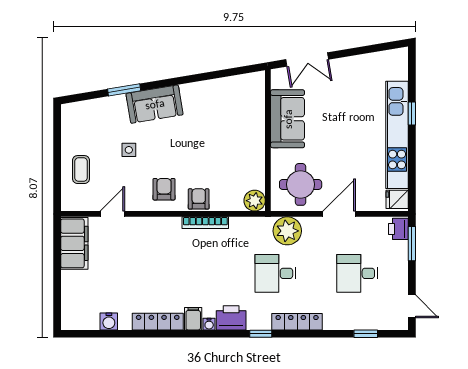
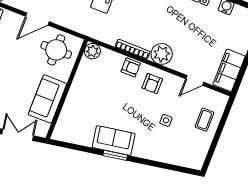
window: (124, 90) -> (115, 155), moved
sofa: (155, 104) -> (114, 141), moved
armchair: (199, 199) -> (131, 67), turned -90
plant: (287, 231) -> (162, 54), moved

